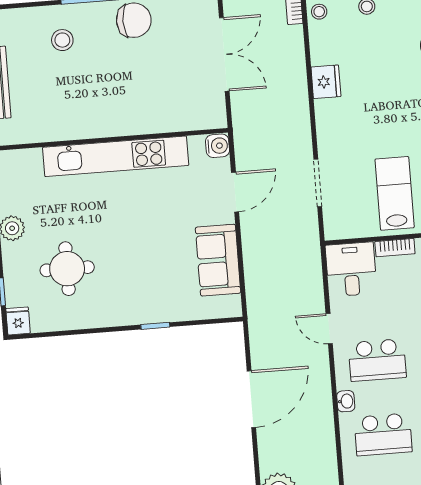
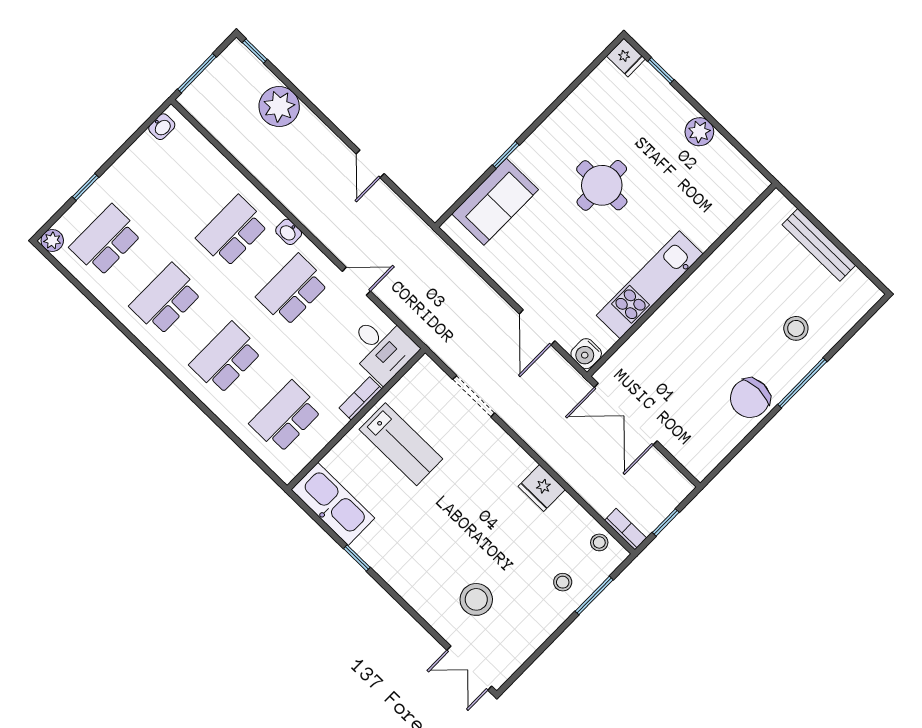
double door: (224, 54) -> (626, 414), moved
kitchen unit: (116, 156) -> (650, 285), width x0.73
sofa: (218, 260) -> (495, 202), moved, turned 90
round table: (67, 269) -> (602, 185), moved
door: (251, 399) -> (370, 164), width x0.53

